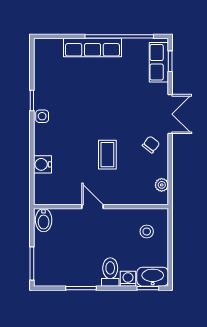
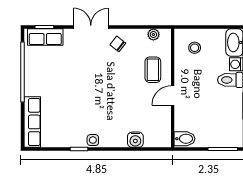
row of seats: (92, 48) -> (32, 122), moved
coffee table: (107, 155) -> (153, 70), moved, turned 90

